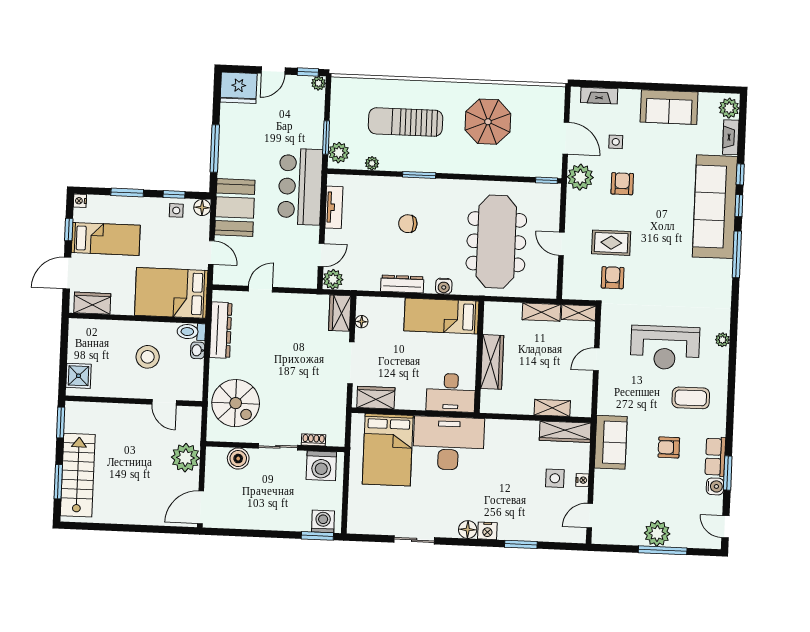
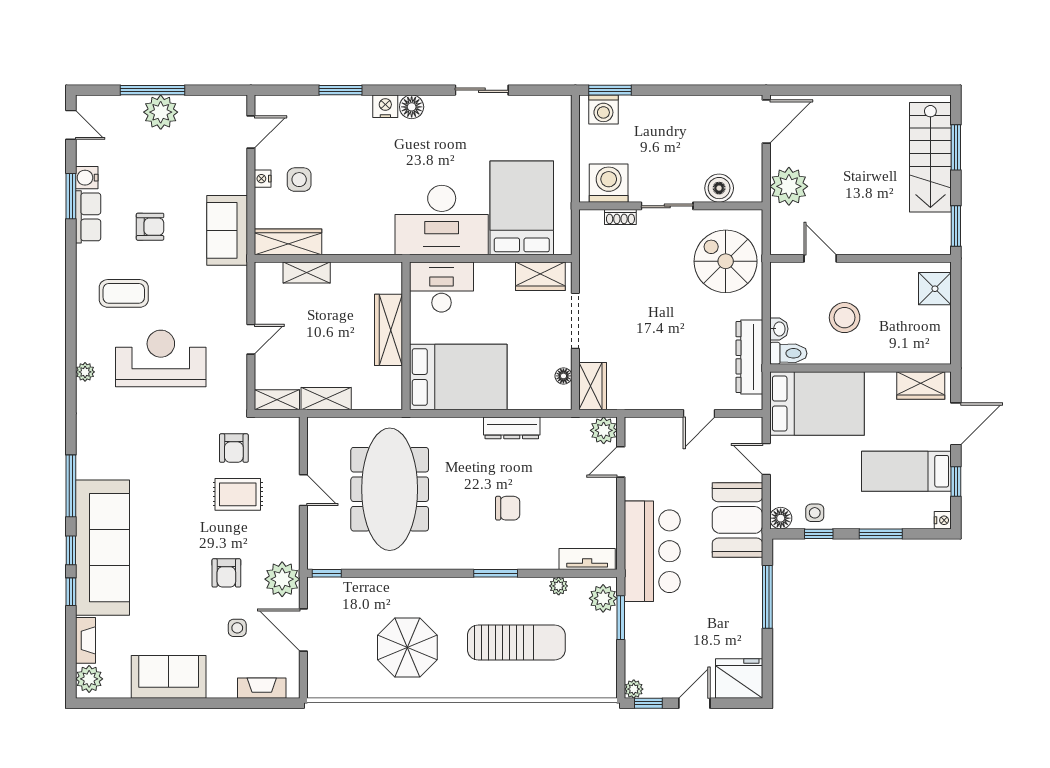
tv unit: (334, 207) -> (587, 559), moved, turned 90
water cooler: (444, 286) -> (457, 428), removed
bed: (441, 316) -> (458, 377), width x1.50

